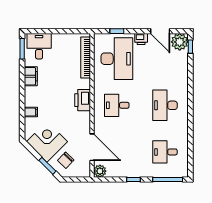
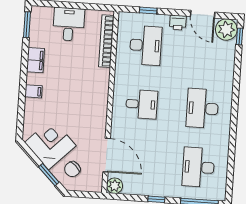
desk: (39, 46) -> (69, 24), moved
desk: (117, 59) -> (146, 45), width x0.73, depth x0.77
printer: (83, 100) -> (99, 95), removed
desk: (117, 105) -> (142, 104), turned 180
filing cabinet: (31, 112) -> (34, 91), moved
desk: (165, 152) -> (198, 167), width x1.37

